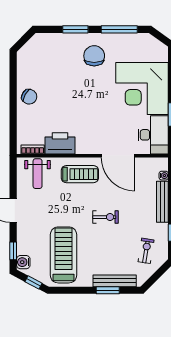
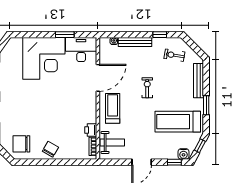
chair: (94, 56) -> (21, 144), moved
printer: (60, 143) -> (91, 130), width x0.53, depth x0.68
window: (108, 290) -> (206, 105), moved

